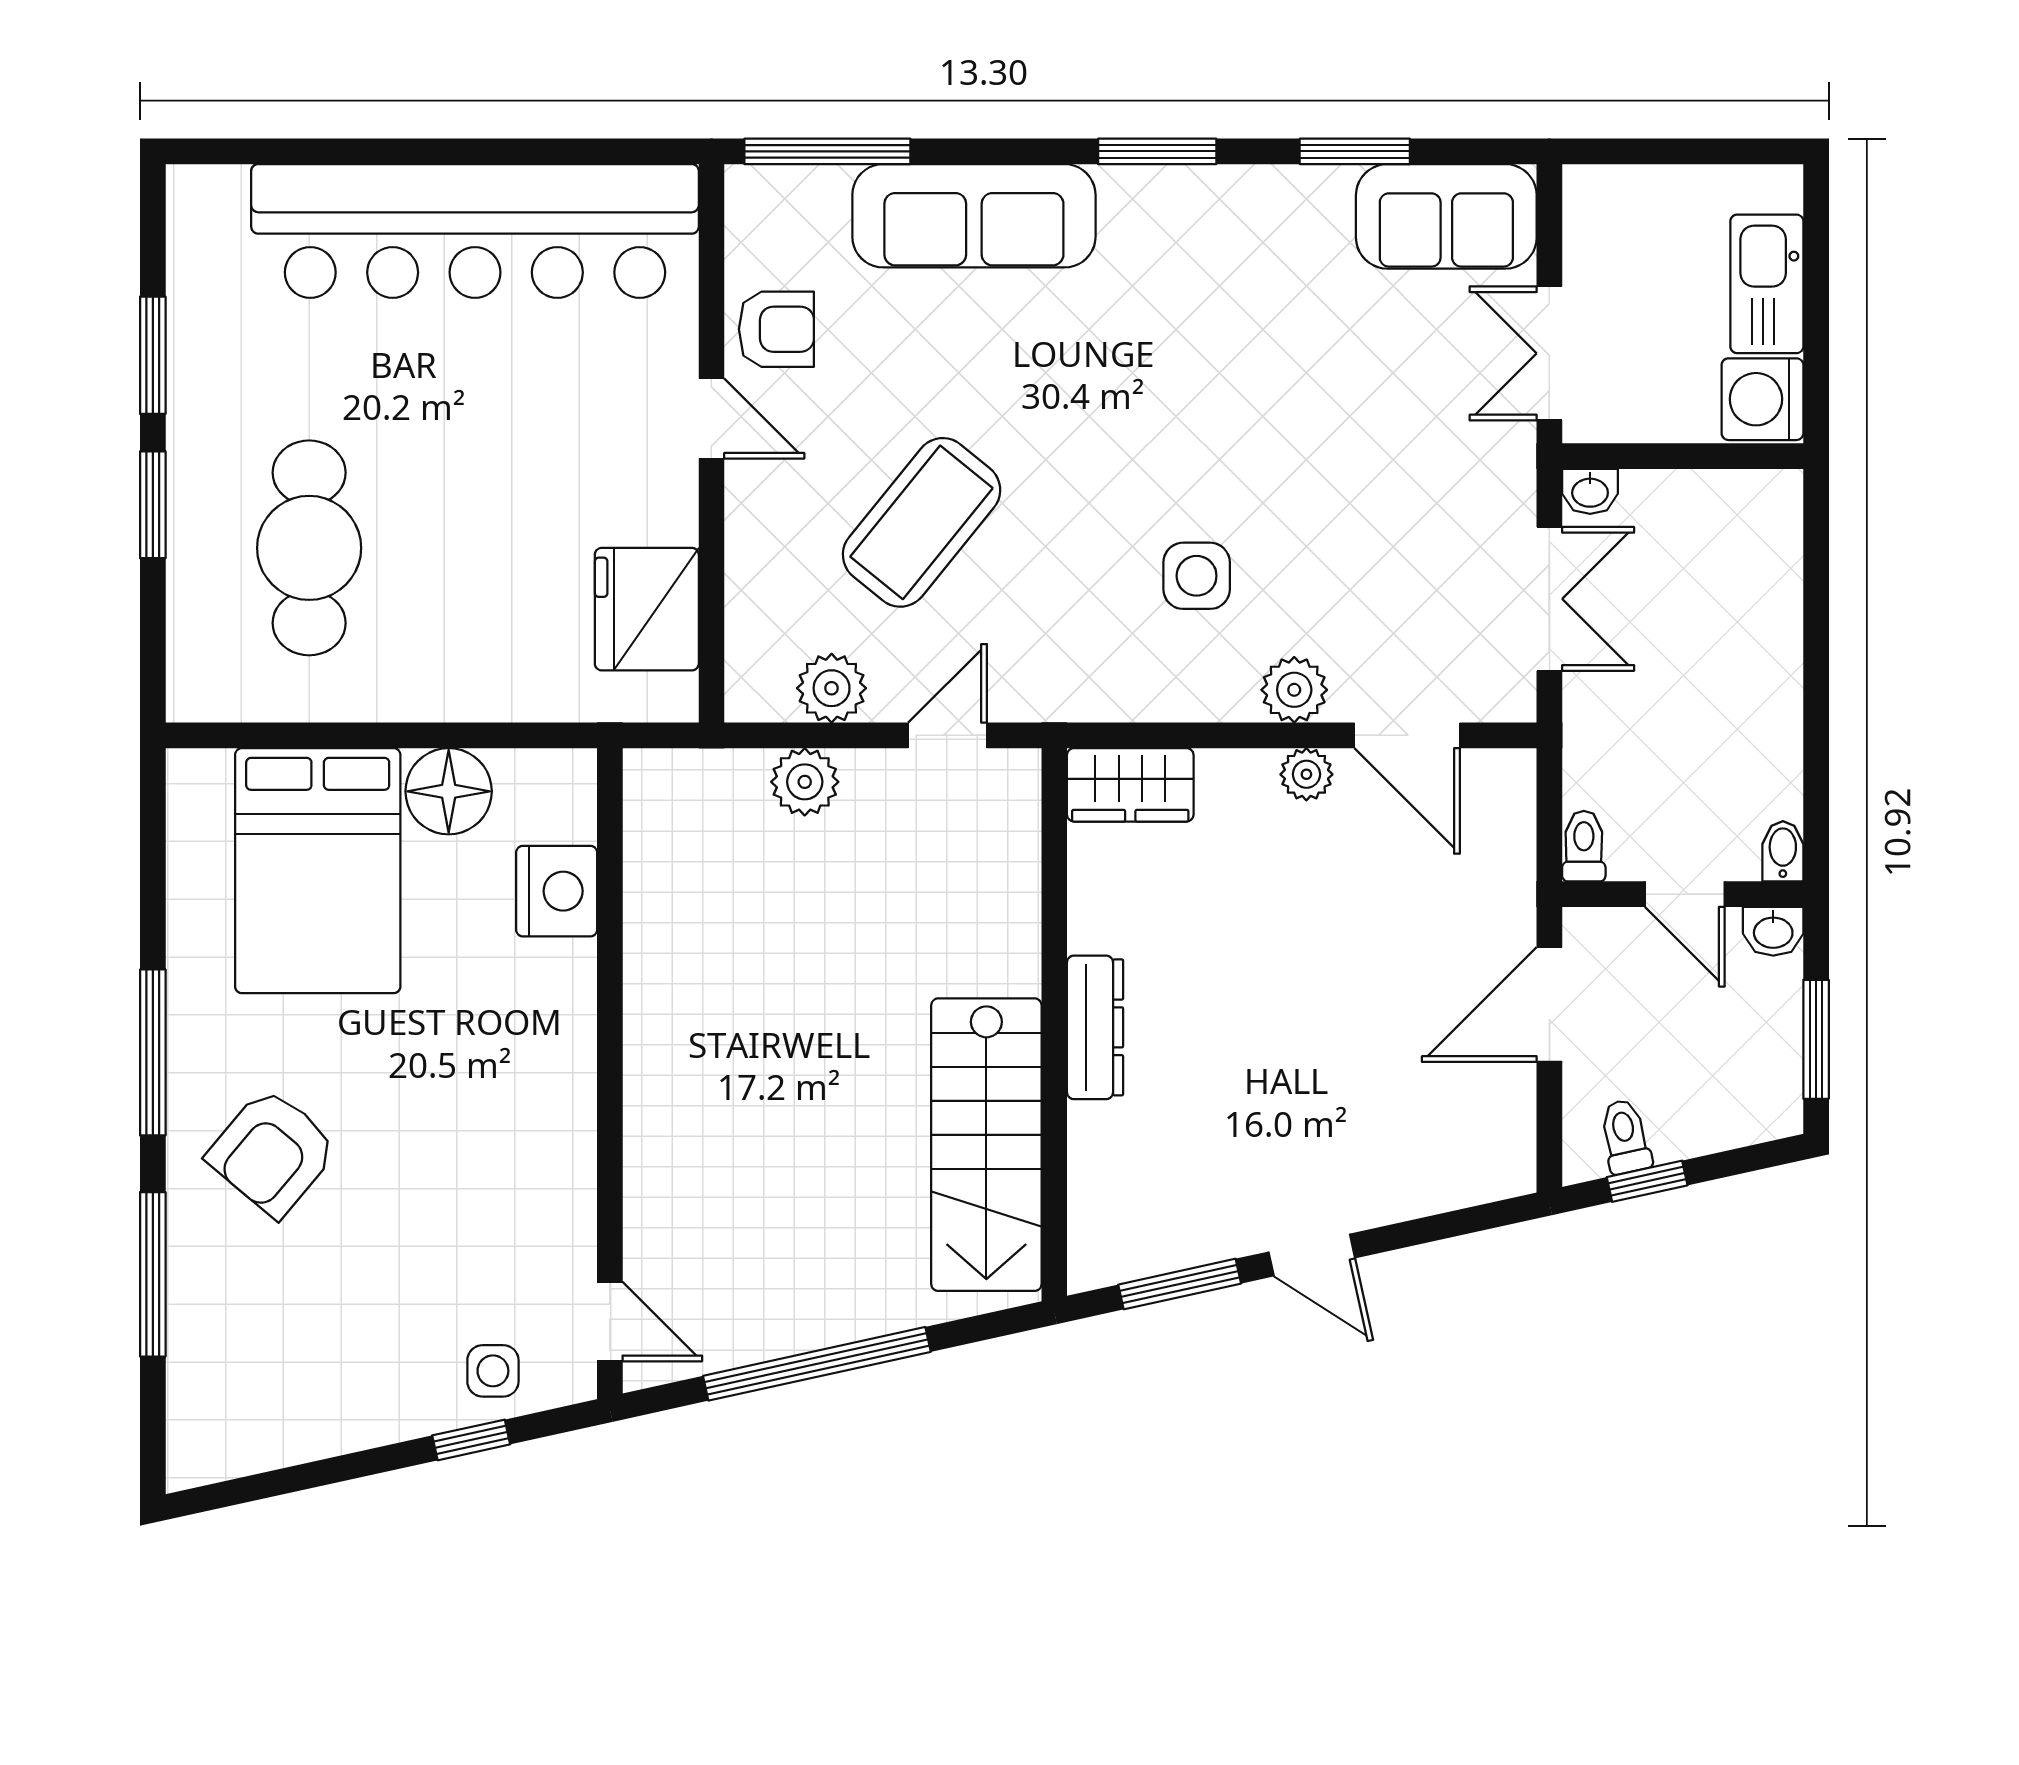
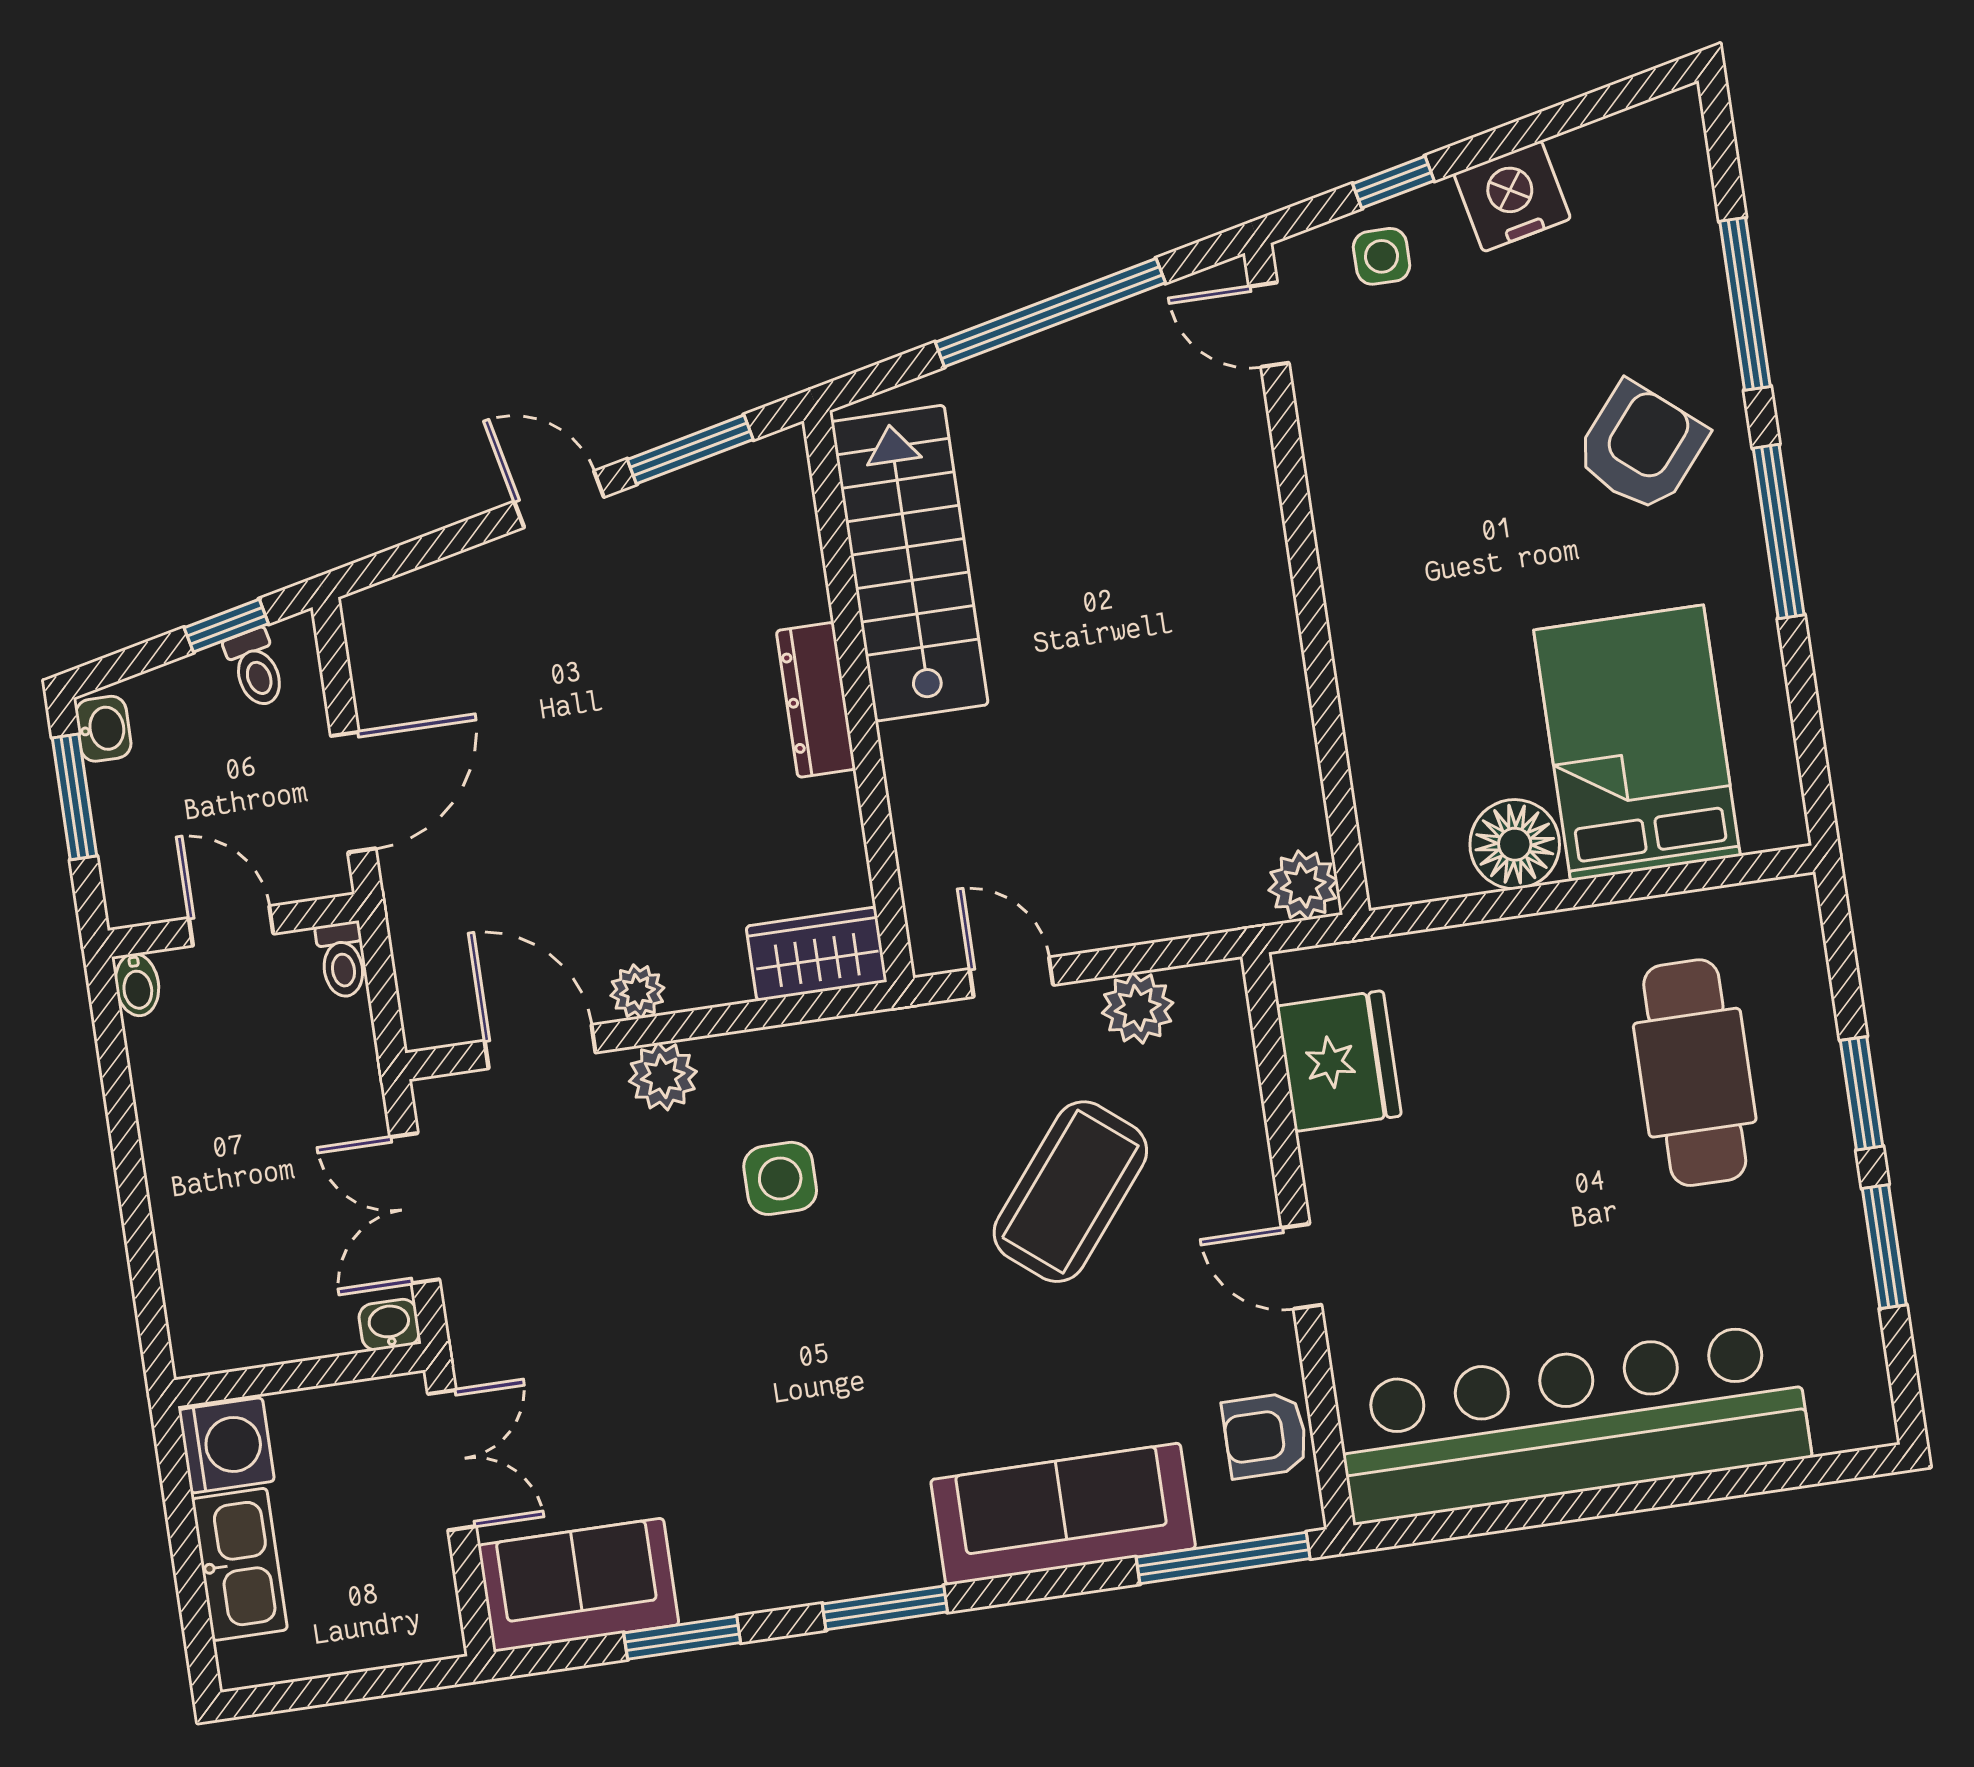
armchair: (776, 329) -> (1265, 1435), moved
door: (948, 735) -> (1011, 977), swing flipped
plant: (805, 782) -> (1303, 885), moved
nightstand: (557, 891) -> (1512, 196), moved, turned 78
washbasin: (1773, 931) -> (103, 729), moved, turned 90

